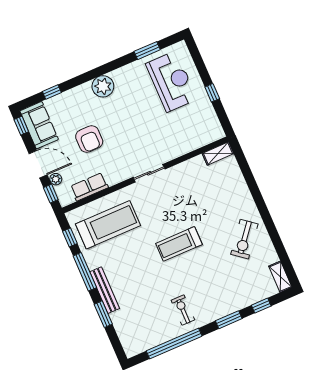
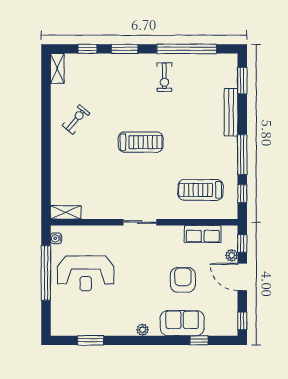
reception desk: (171, 82) -> (86, 273), moved, turned -90
plant: (103, 86) -> (143, 330), width x0.53, depth x0.53
window: (212, 93) -> (46, 273), width x3.17
sofa: (39, 125) -> (182, 323), moved, turned 90
water cooler: (217, 127) -> (56, 238), added
treadmill: (108, 225) -> (201, 190), width x0.73, depth x0.73
exercise bike: (244, 239) -> (76, 119), width x0.73, depth x0.72
bench: (105, 290) -> (231, 112), moved
window: (103, 314) -> (242, 81), moved

